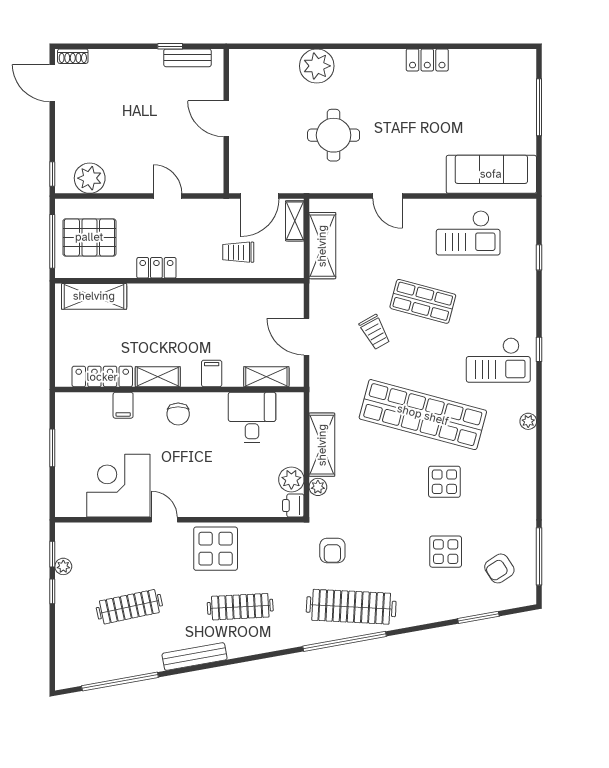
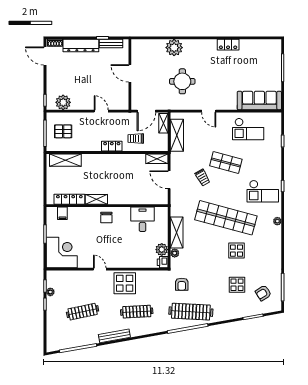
dresser: (126, 62) -> (81, 45), added
pallet: (89, 237) -> (63, 131), width x0.67, depth x0.71
locker: (156, 268) -> (112, 146), moved
filing cabinet: (212, 373) -> (123, 198), removed
shelving: (266, 377) -> (157, 159), moved
filing cabinet: (123, 405) -> (62, 213), moved
corner desk: (118, 486) -> (62, 253), moved, turned 90

